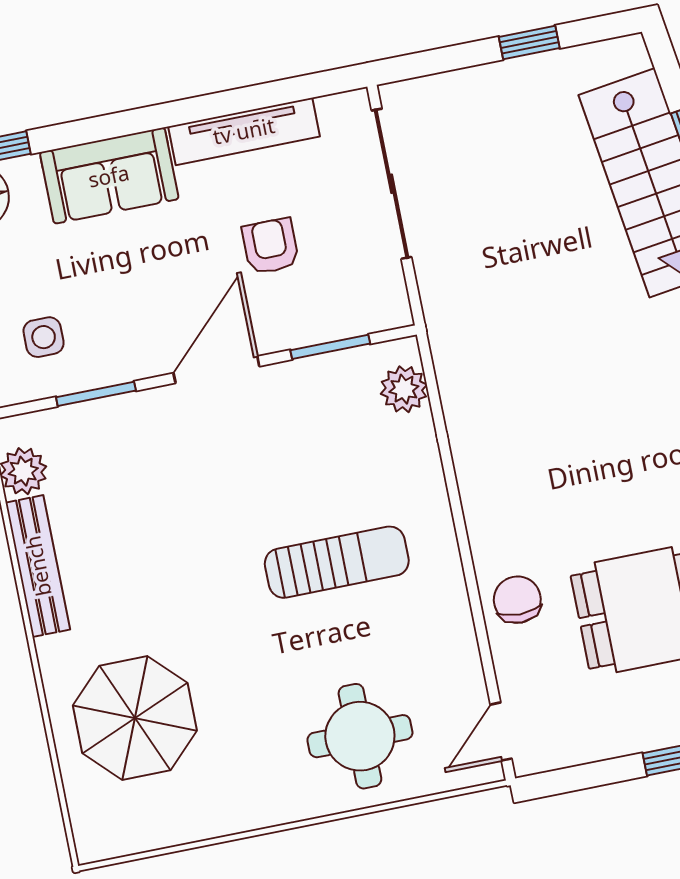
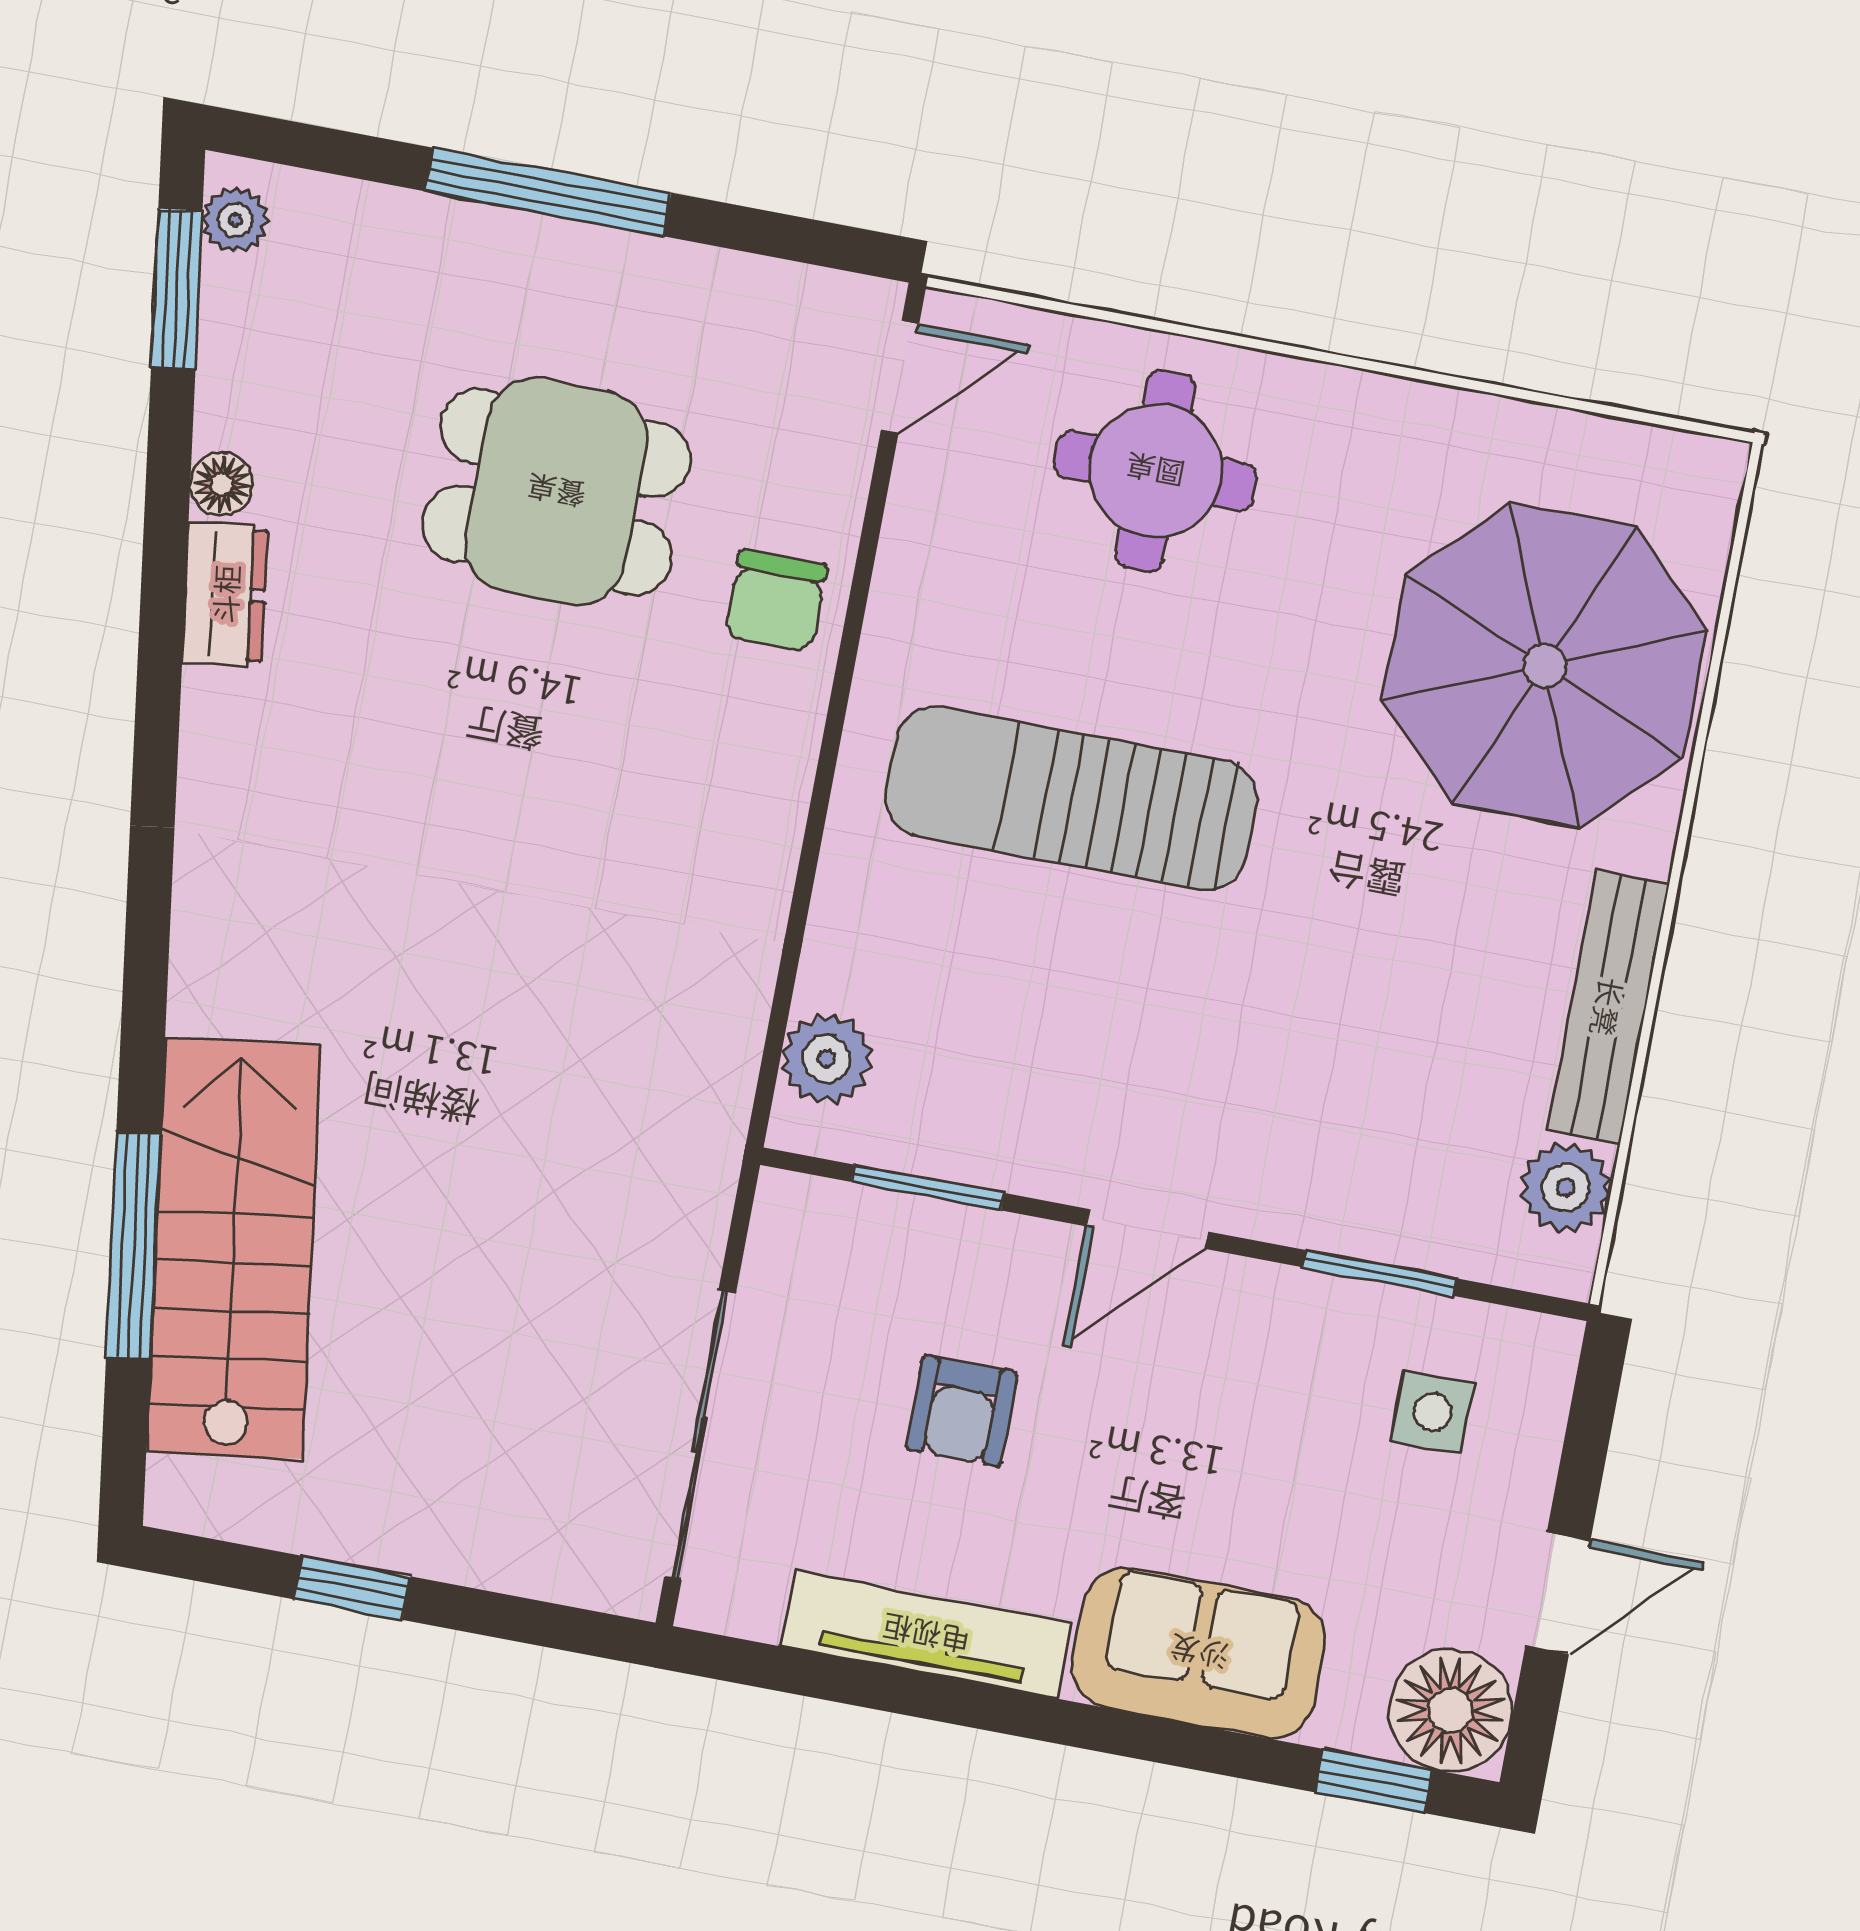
door: (216, 370) -> (1147, 1229), width x0.73
sun lounger: (337, 562) -> (1071, 798), width x1.36, depth x1.34
parasol: (135, 718) -> (1545, 666), width x1.36, depth x1.36

